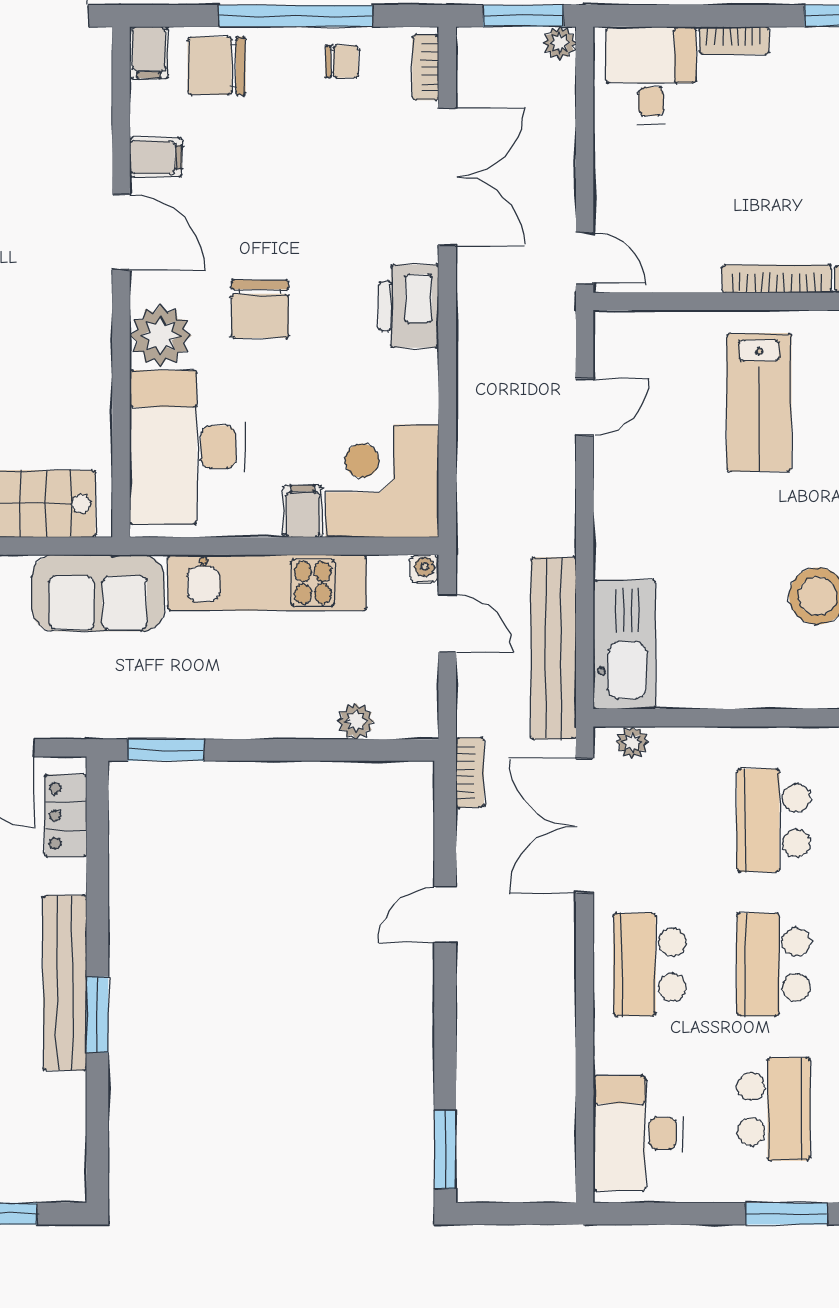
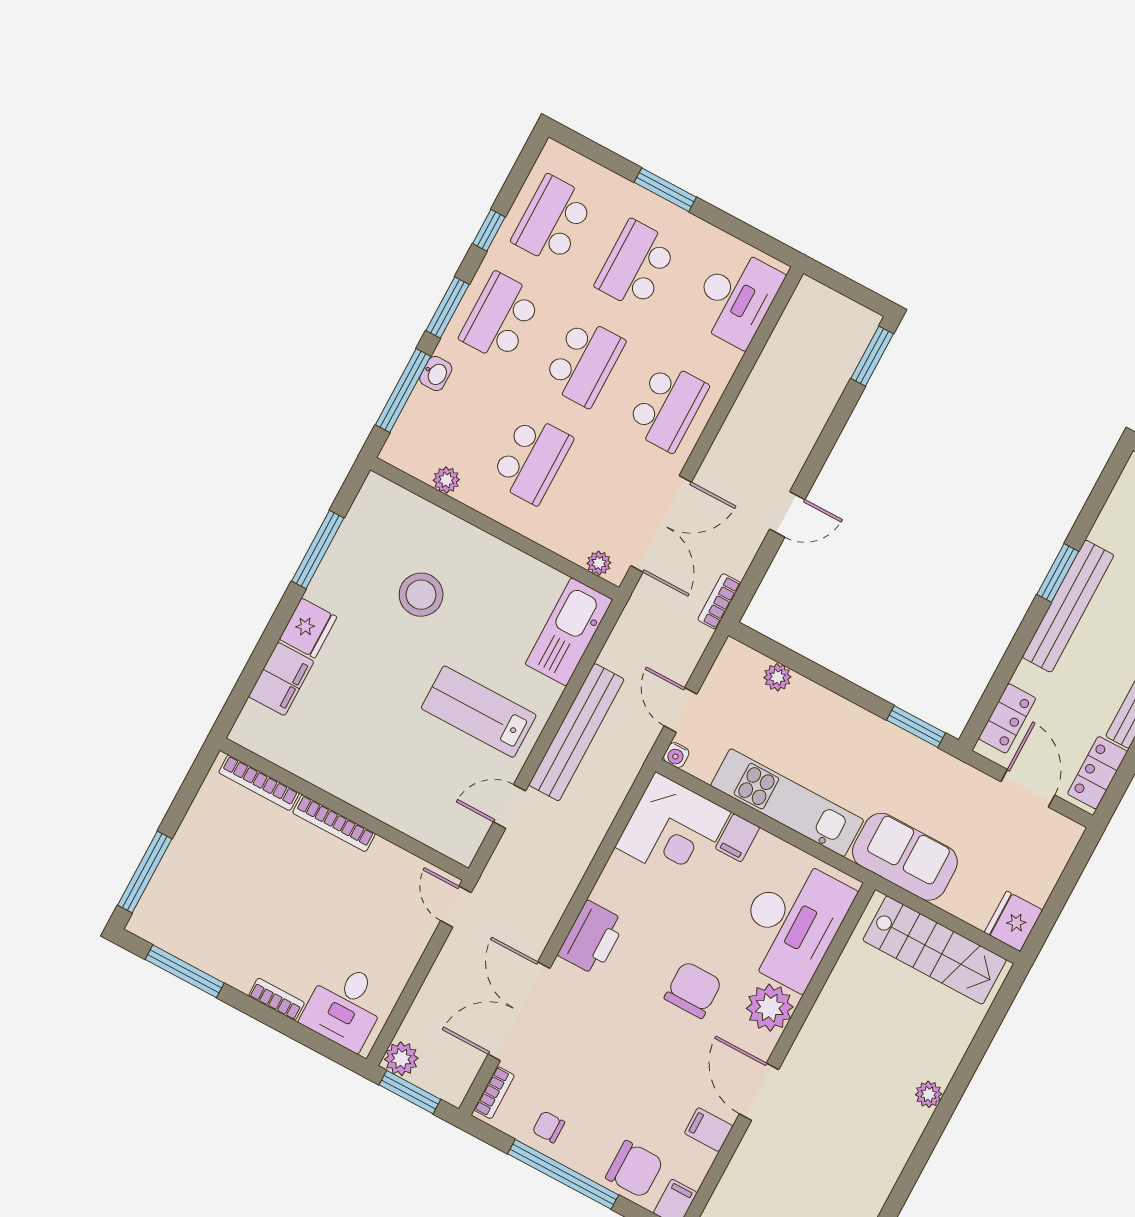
plant: (560, 43) -> (401, 1059), width x1.38, depth x1.38
lab bench: (759, 402) -> (479, 712), moved, turned -90
bench: (553, 648) -> (577, 732), moved

